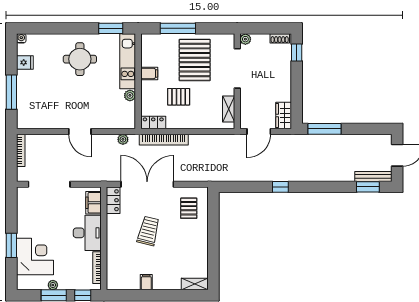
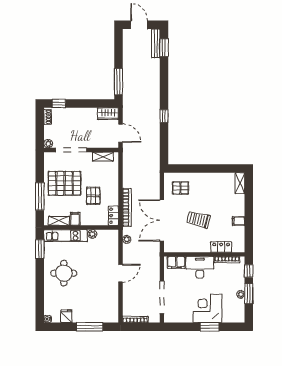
shelving: (147, 53) -> (59, 221), added
locker: (113, 200) -> (221, 247), moved
corner desk: (35, 256) -> (208, 308), moved

